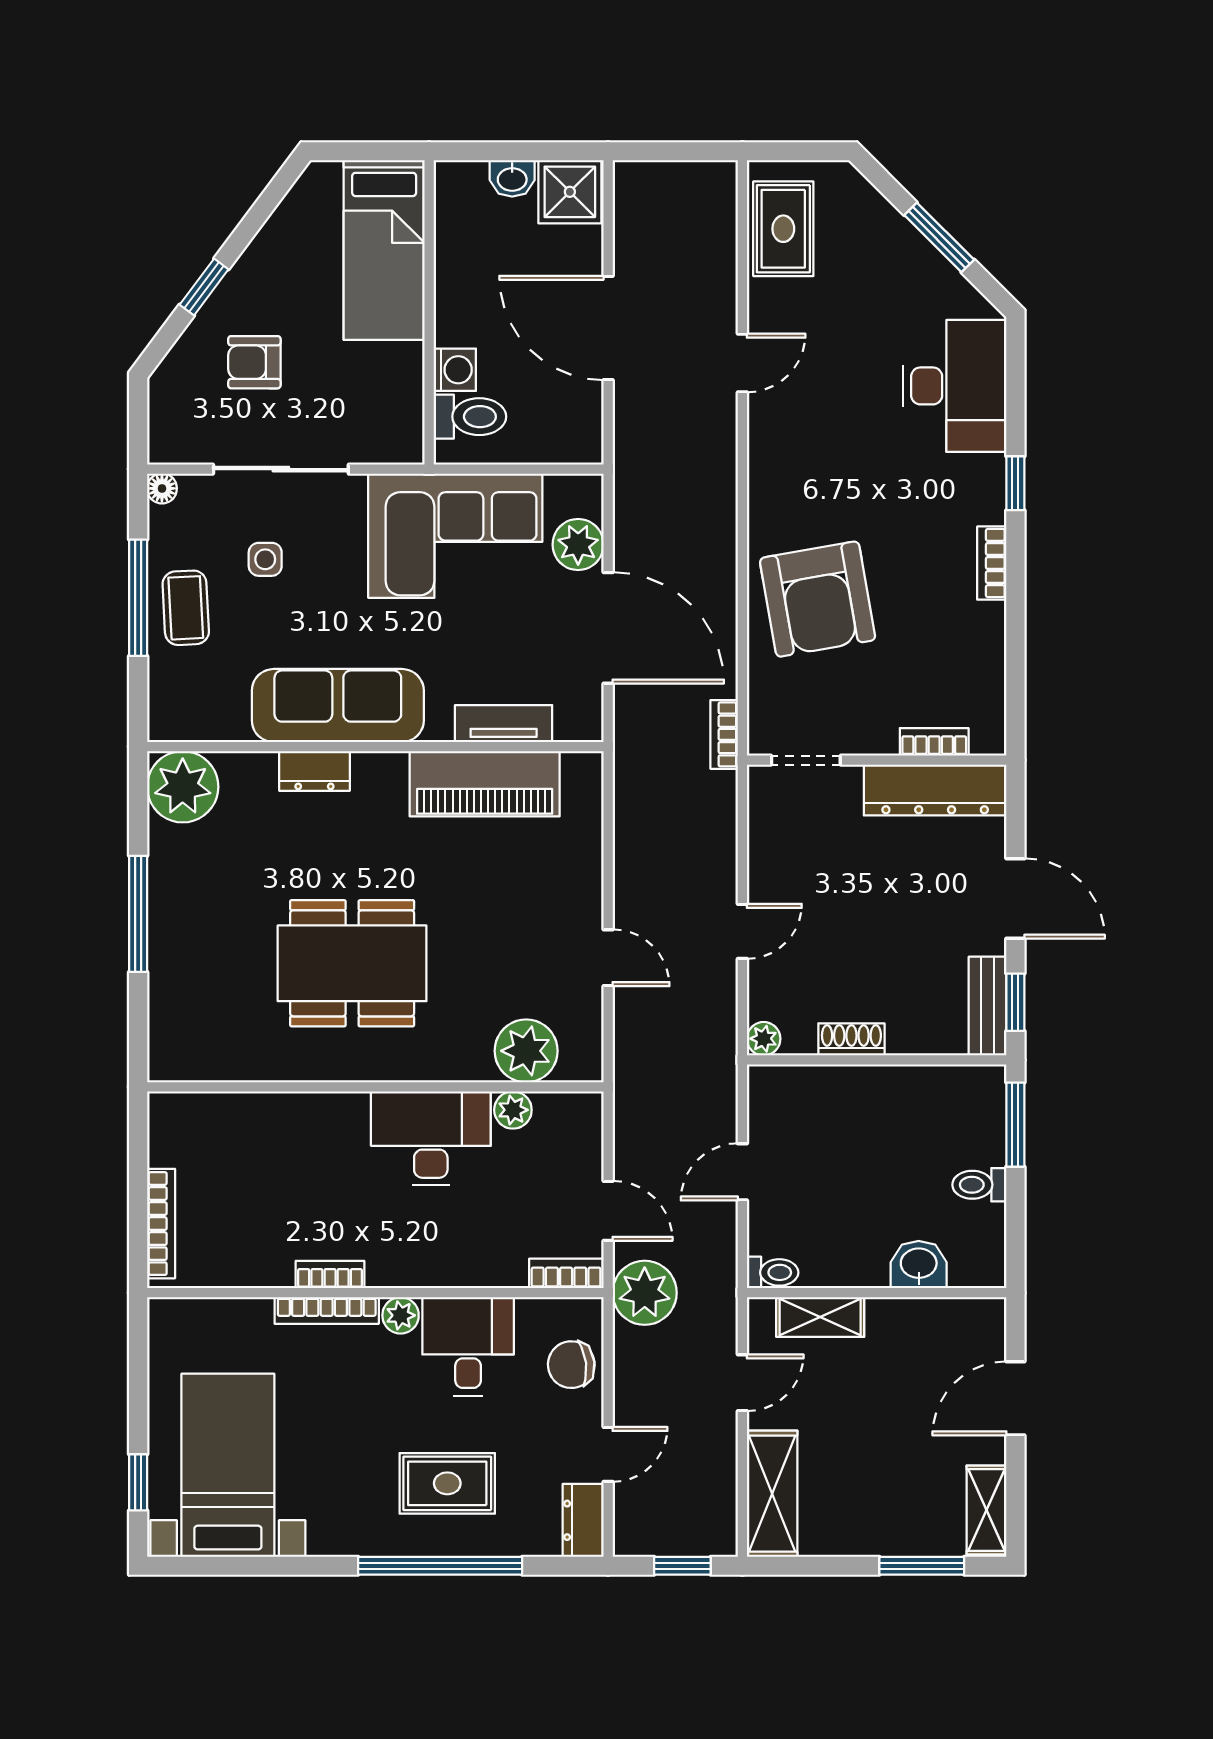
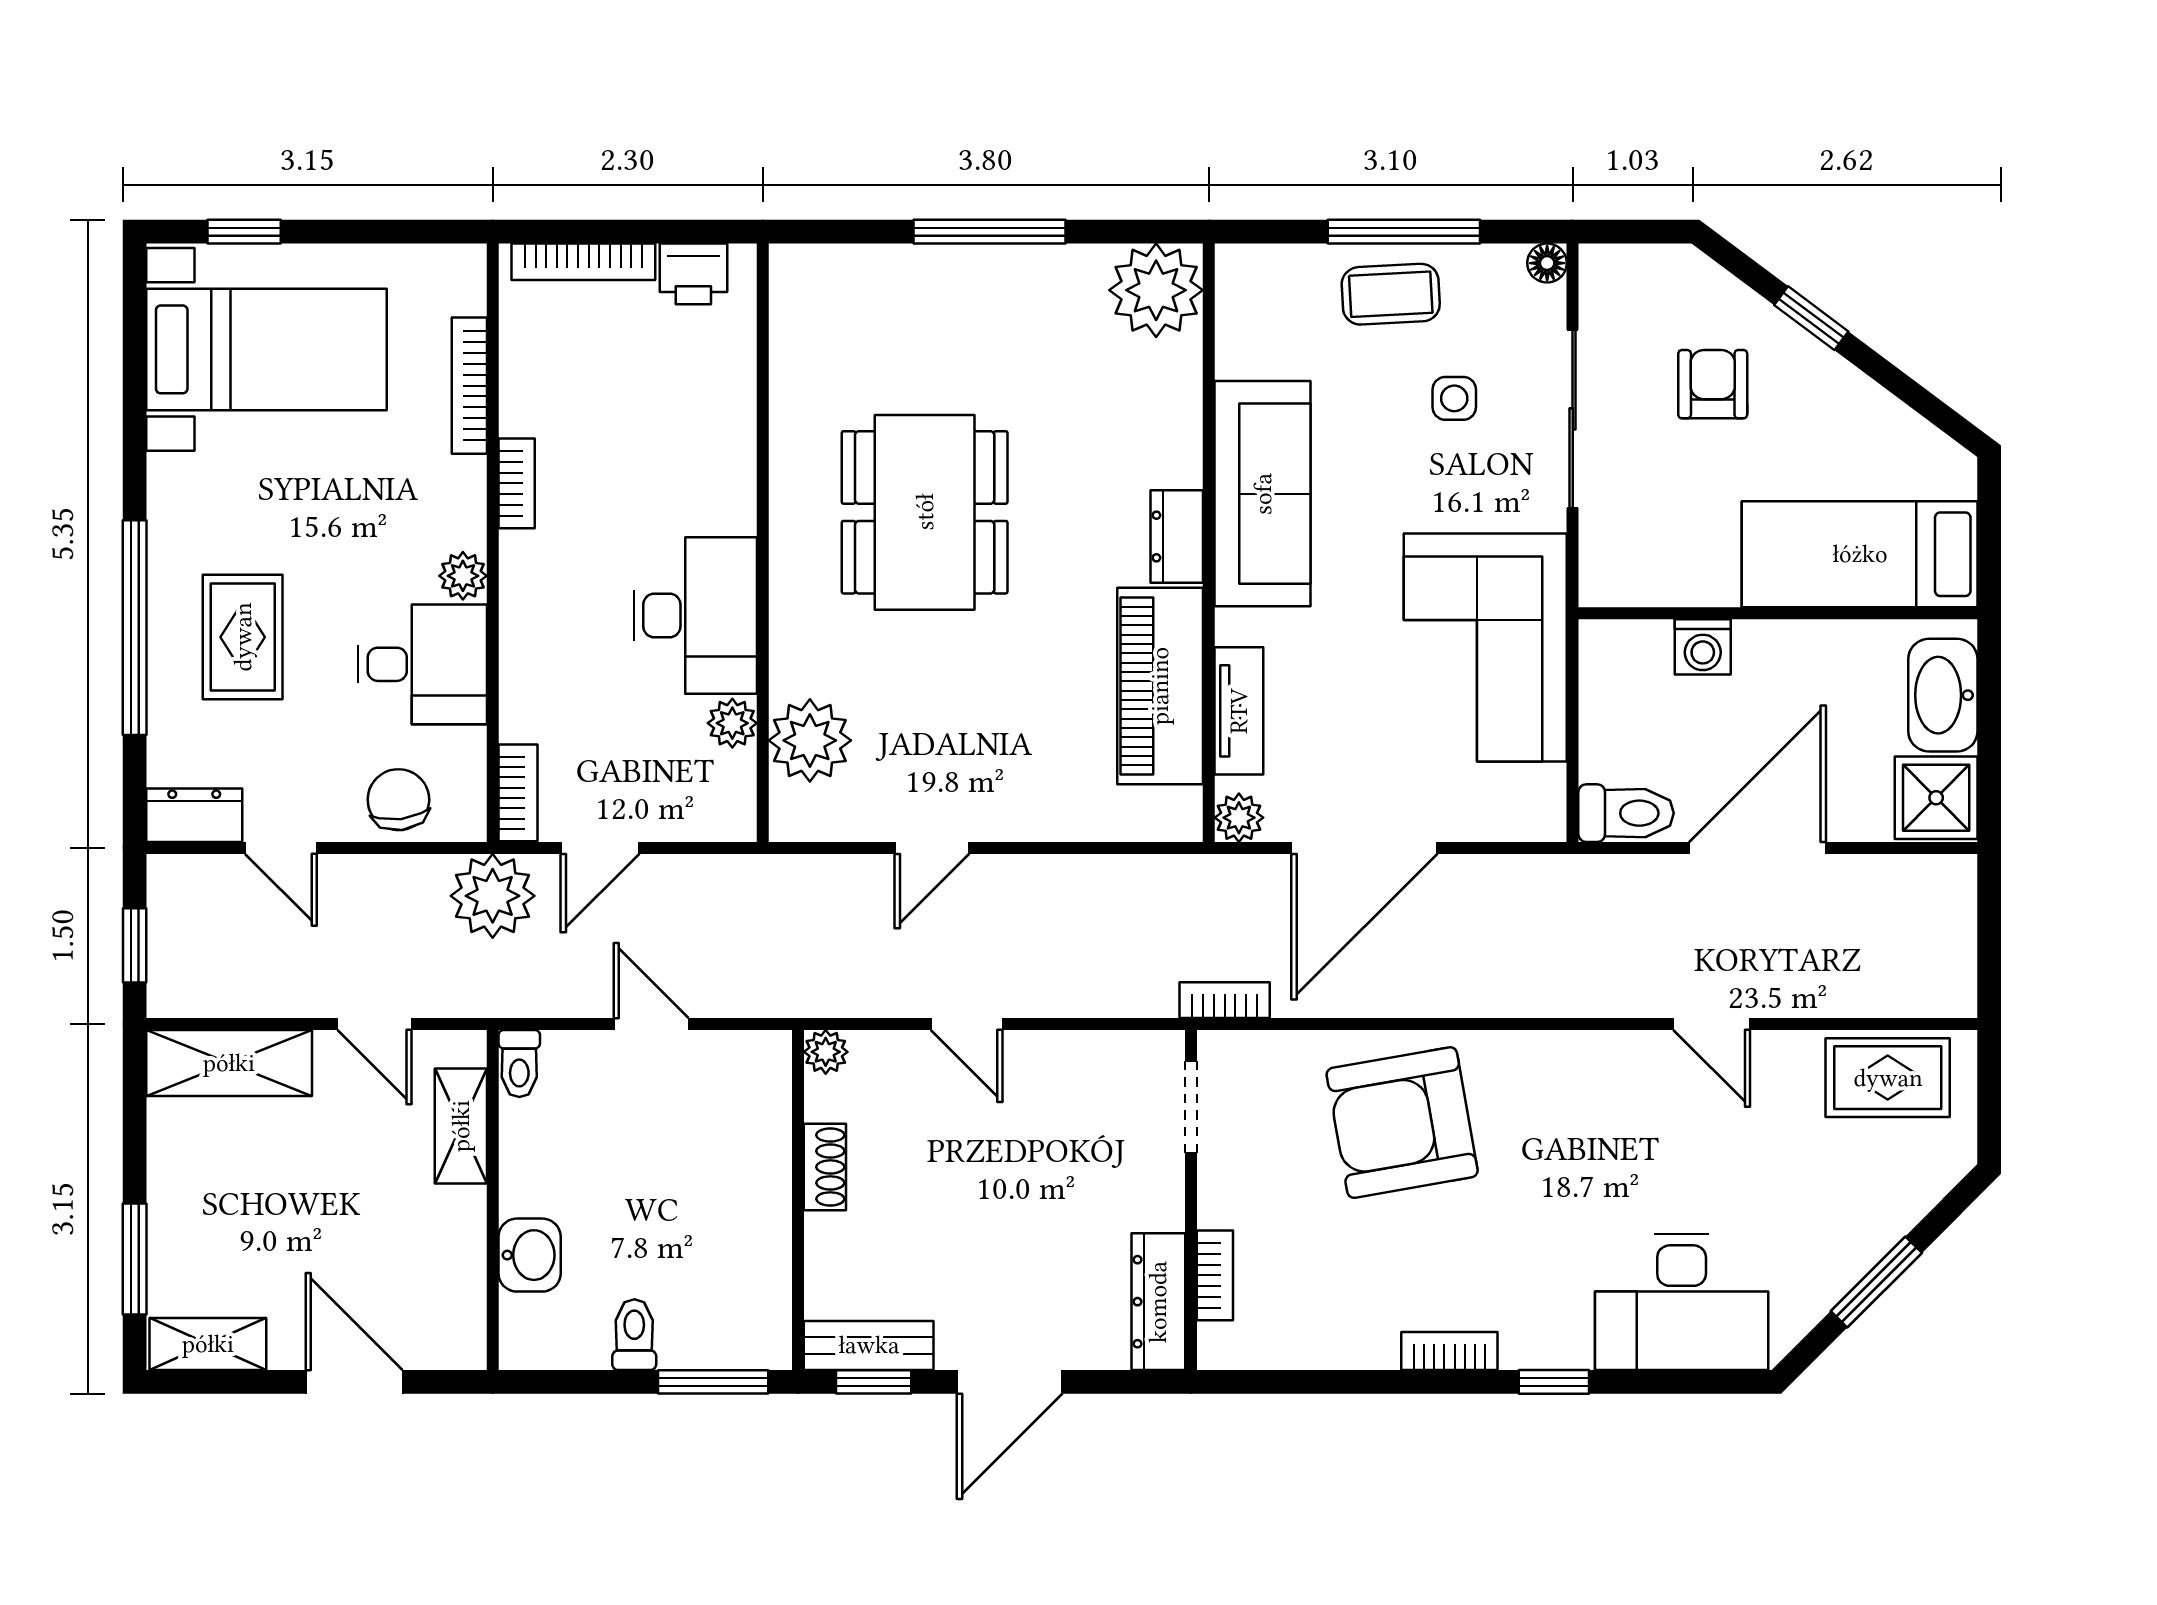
washbasin: (512, 178) -> (1943, 695), width x1.91, depth x1.45
toilet: (470, 417) -> (1626, 813), moved, turned -90
plant: (578, 545) -> (1239, 818), moved, width x0.73, depth x0.73
dresser: (314, 771) -> (1177, 537), moved
dresser: (935, 790) -> (1158, 1302), width x0.73, depth x0.80
printer: (170, 1140) -> (693, 274), added
bookcase: (327, 1311) -> (469, 386), moved

